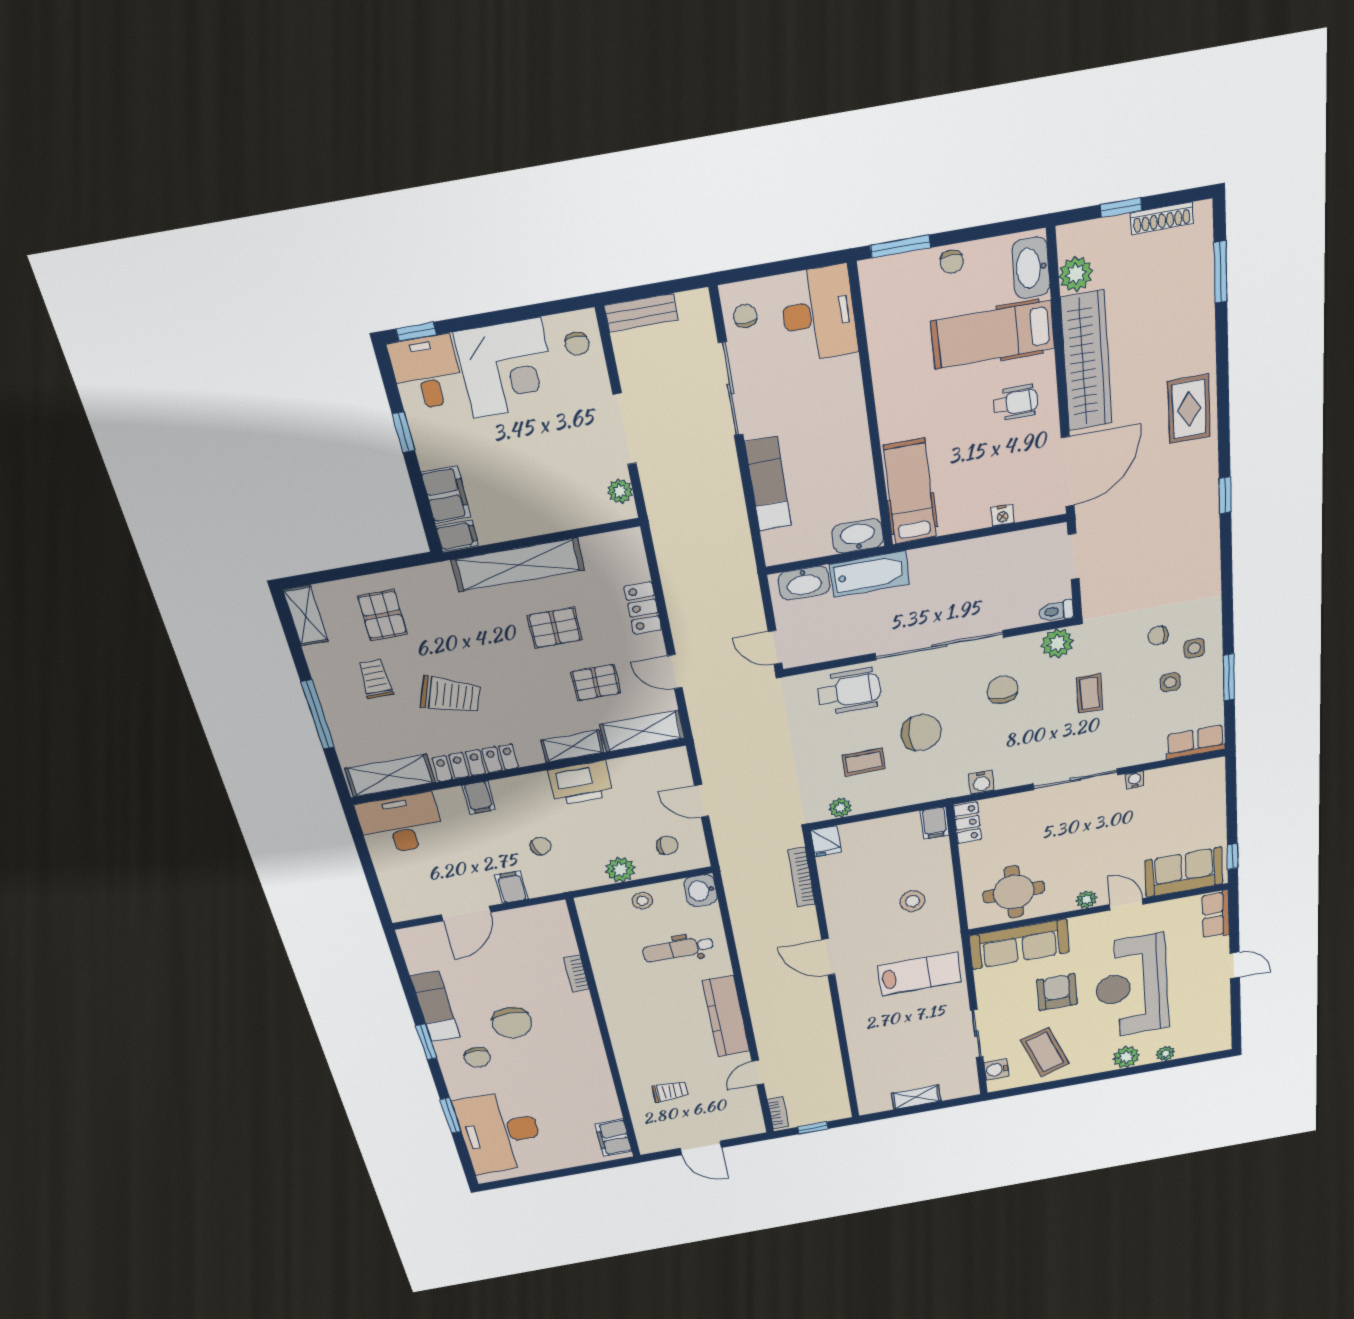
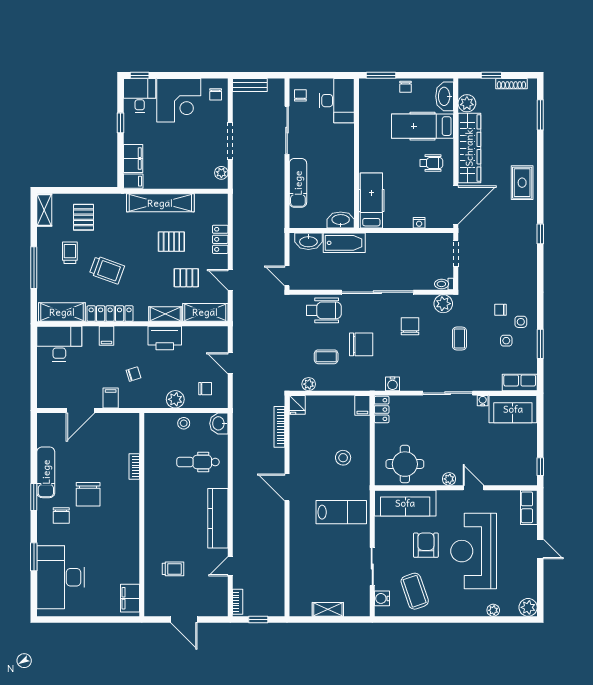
sofa: (1184, 872) -> (513, 409), moved, turned 180
plant: (1126, 1057) -> (528, 607), moved

